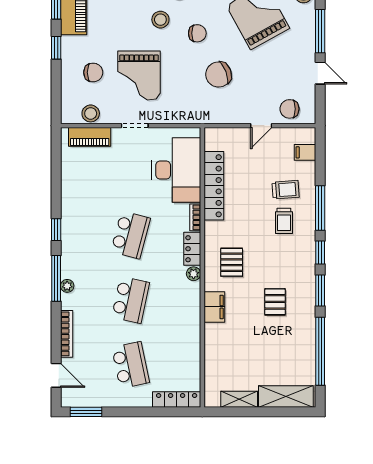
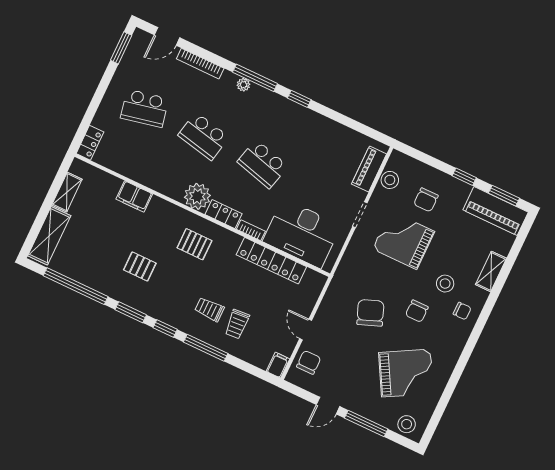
filing cabinet: (305, 152) -> (278, 365), moved
plant: (194, 274) -> (197, 196), width x1.88, depth x1.88
filing cabinet: (214, 307) -> (134, 197), moved
locker: (177, 399) -> (90, 143), width x0.66

